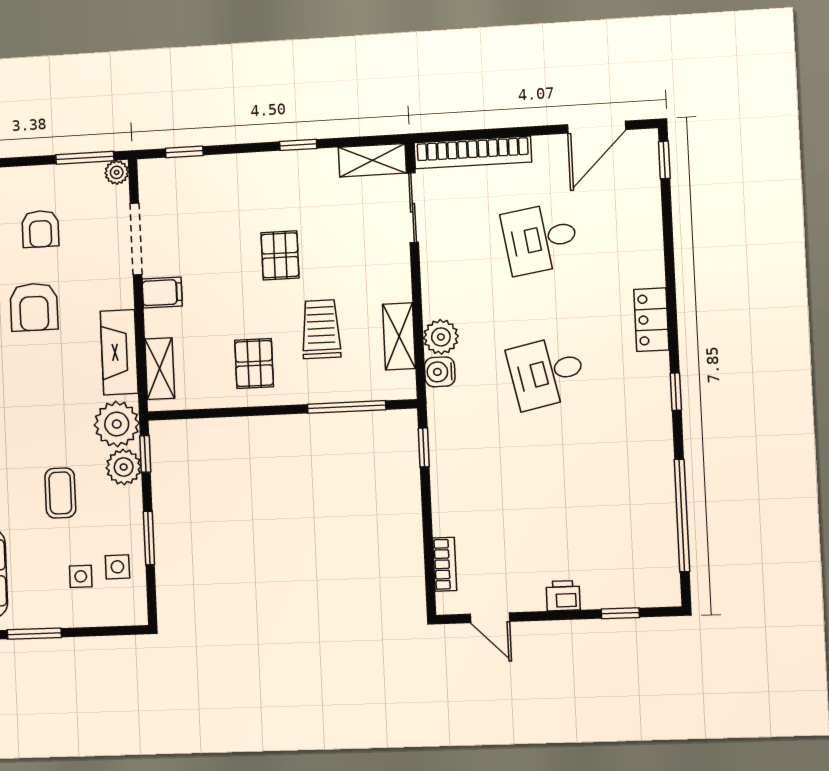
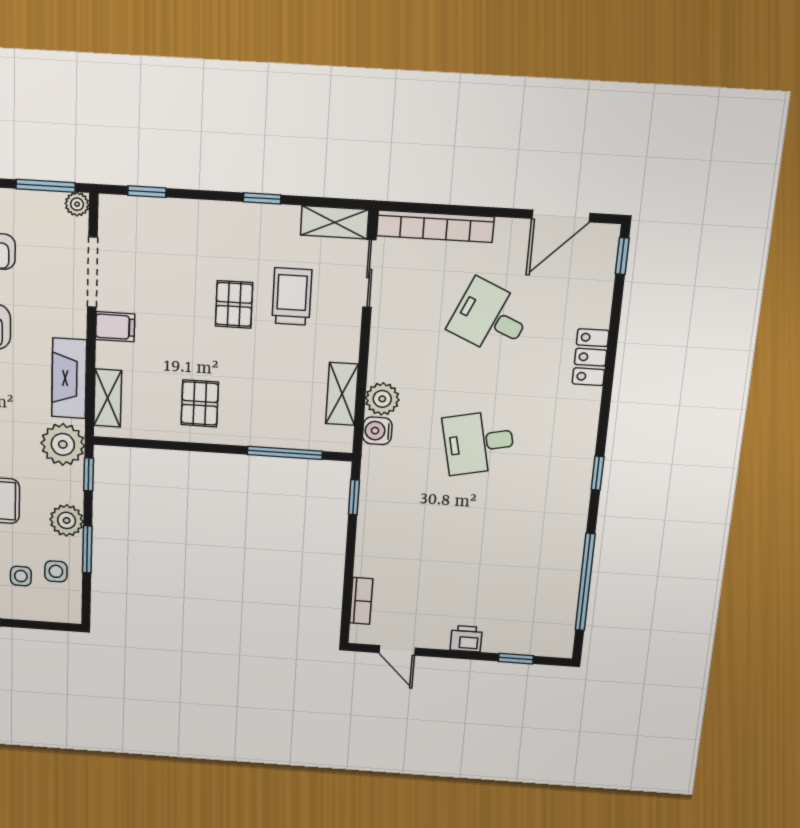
desk: (540, 239) -> (490, 318), turned 33
locker: (651, 320) -> (591, 357), moved
trolley: (321, 329) -> (292, 296), moved
plant: (124, 467) -> (67, 520), moved

